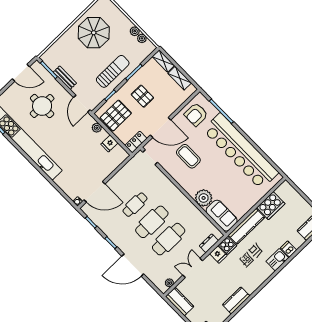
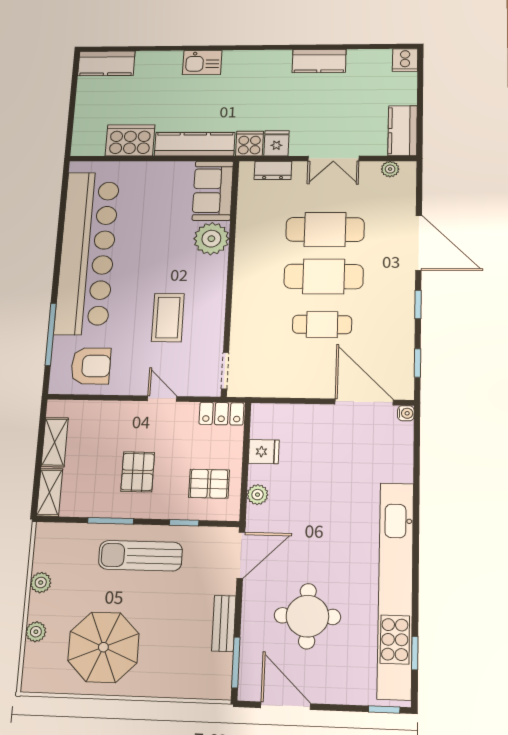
plant: (142, 38) -> (36, 632), moved
pallet: (116, 116) -> (209, 484), width x0.67, depth x0.71
door: (161, 127) -> (162, 399), width x0.53
dishwasher: (289, 249) -> (171, 62), removed

